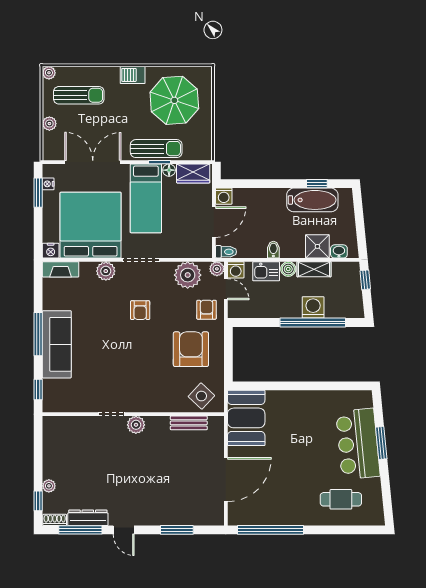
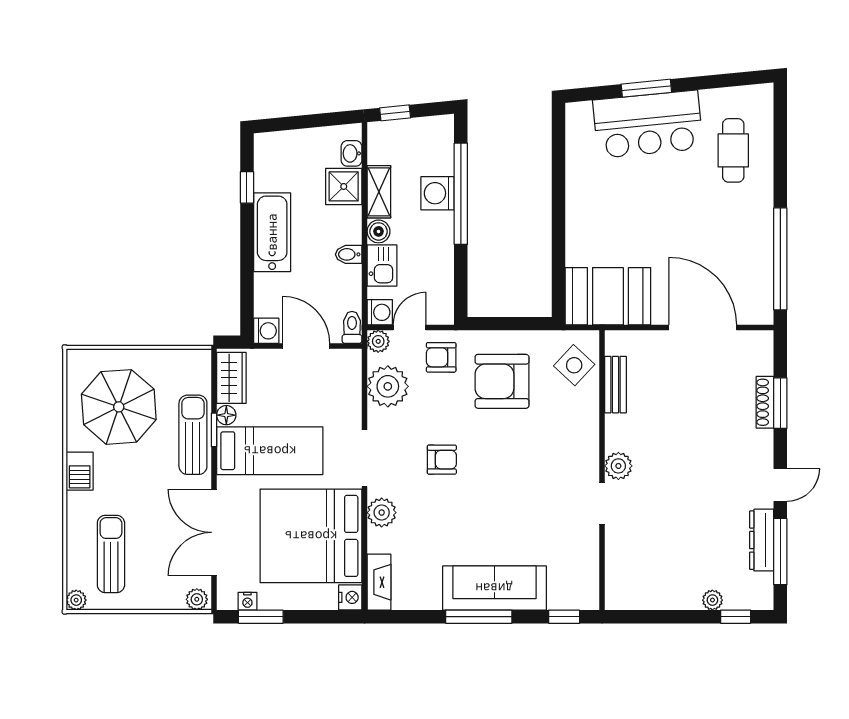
plant: (49, 124) -> (197, 599), moved
bathtub: (312, 200) -> (272, 232), moved
shoe rack: (55, 520) -> (765, 402), moved, width x1.43

